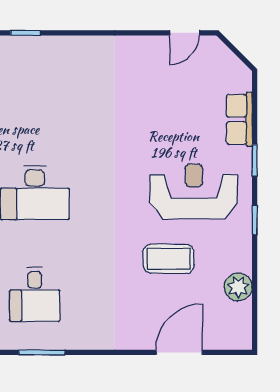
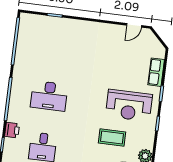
reception desk: (194, 191) -> (129, 105), turned 180

